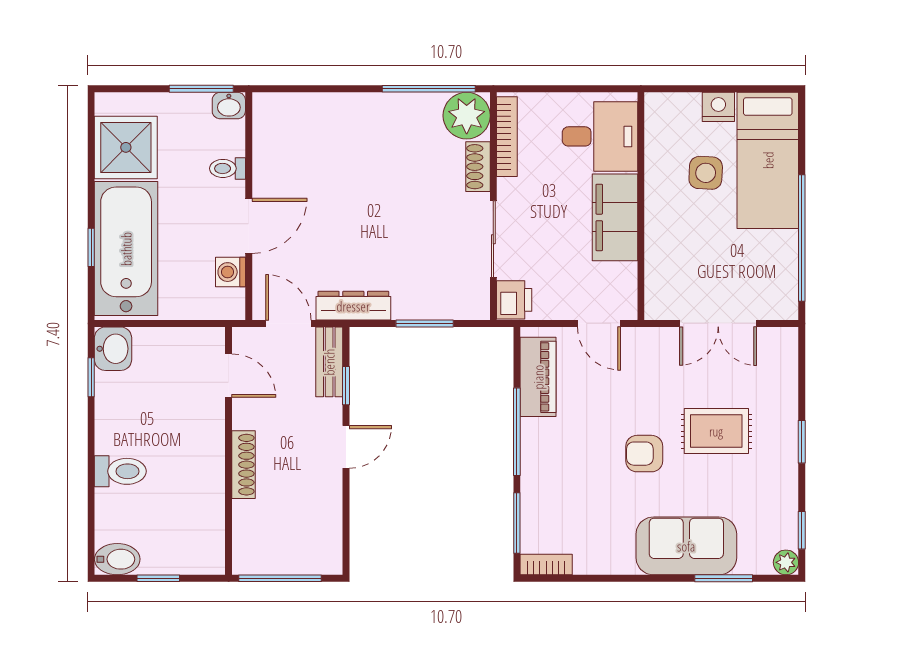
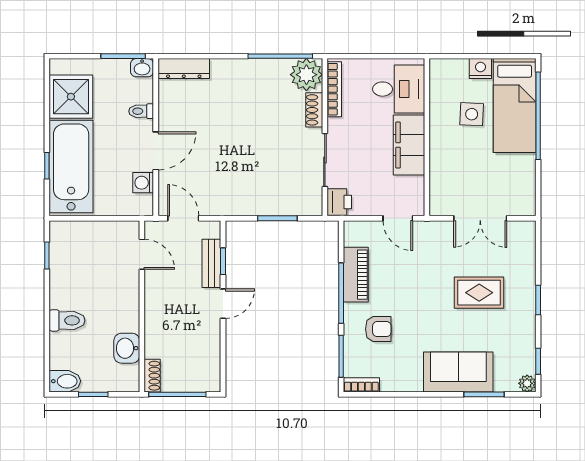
window: (802, 238) -> (538, 116), moved
dresser: (353, 306) -> (184, 68), moved, turned 180
washbasin: (113, 349) -> (127, 348), moved, turned 180
bench: (329, 362) -> (211, 263), moved
piano: (538, 377) -> (356, 275), moved
armchair: (644, 454) -> (378, 329), moved, turned 180
shoe rack: (243, 465) -> (152, 376), moved, width x0.70

